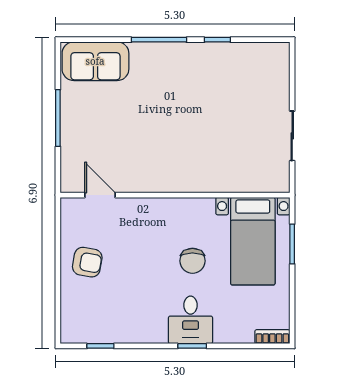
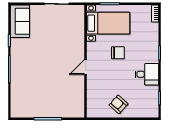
sofa: (95, 61) -> (20, 21), moved
door: (100, 195) -> (86, 67), moved
armchair: (87, 262) -> (119, 104), turned -58
desk: (191, 320) -> (147, 74), moved

